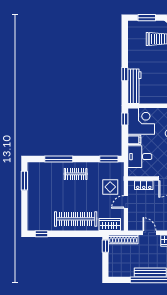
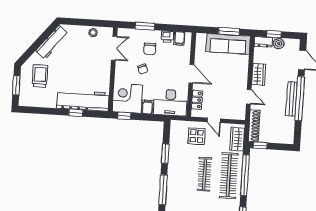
workbench: (134, 86) -> (83, 100), width x1.36, depth x1.32
desk: (140, 157) -> (170, 102), width x1.37
window: (109, 159) -> (165, 154), moved
clothes rail: (76, 174) -> (204, 174), moved, width x1.36
door: (149, 233) -> (249, 97), swing flipped
window: (77, 234) -> (245, 175), added

